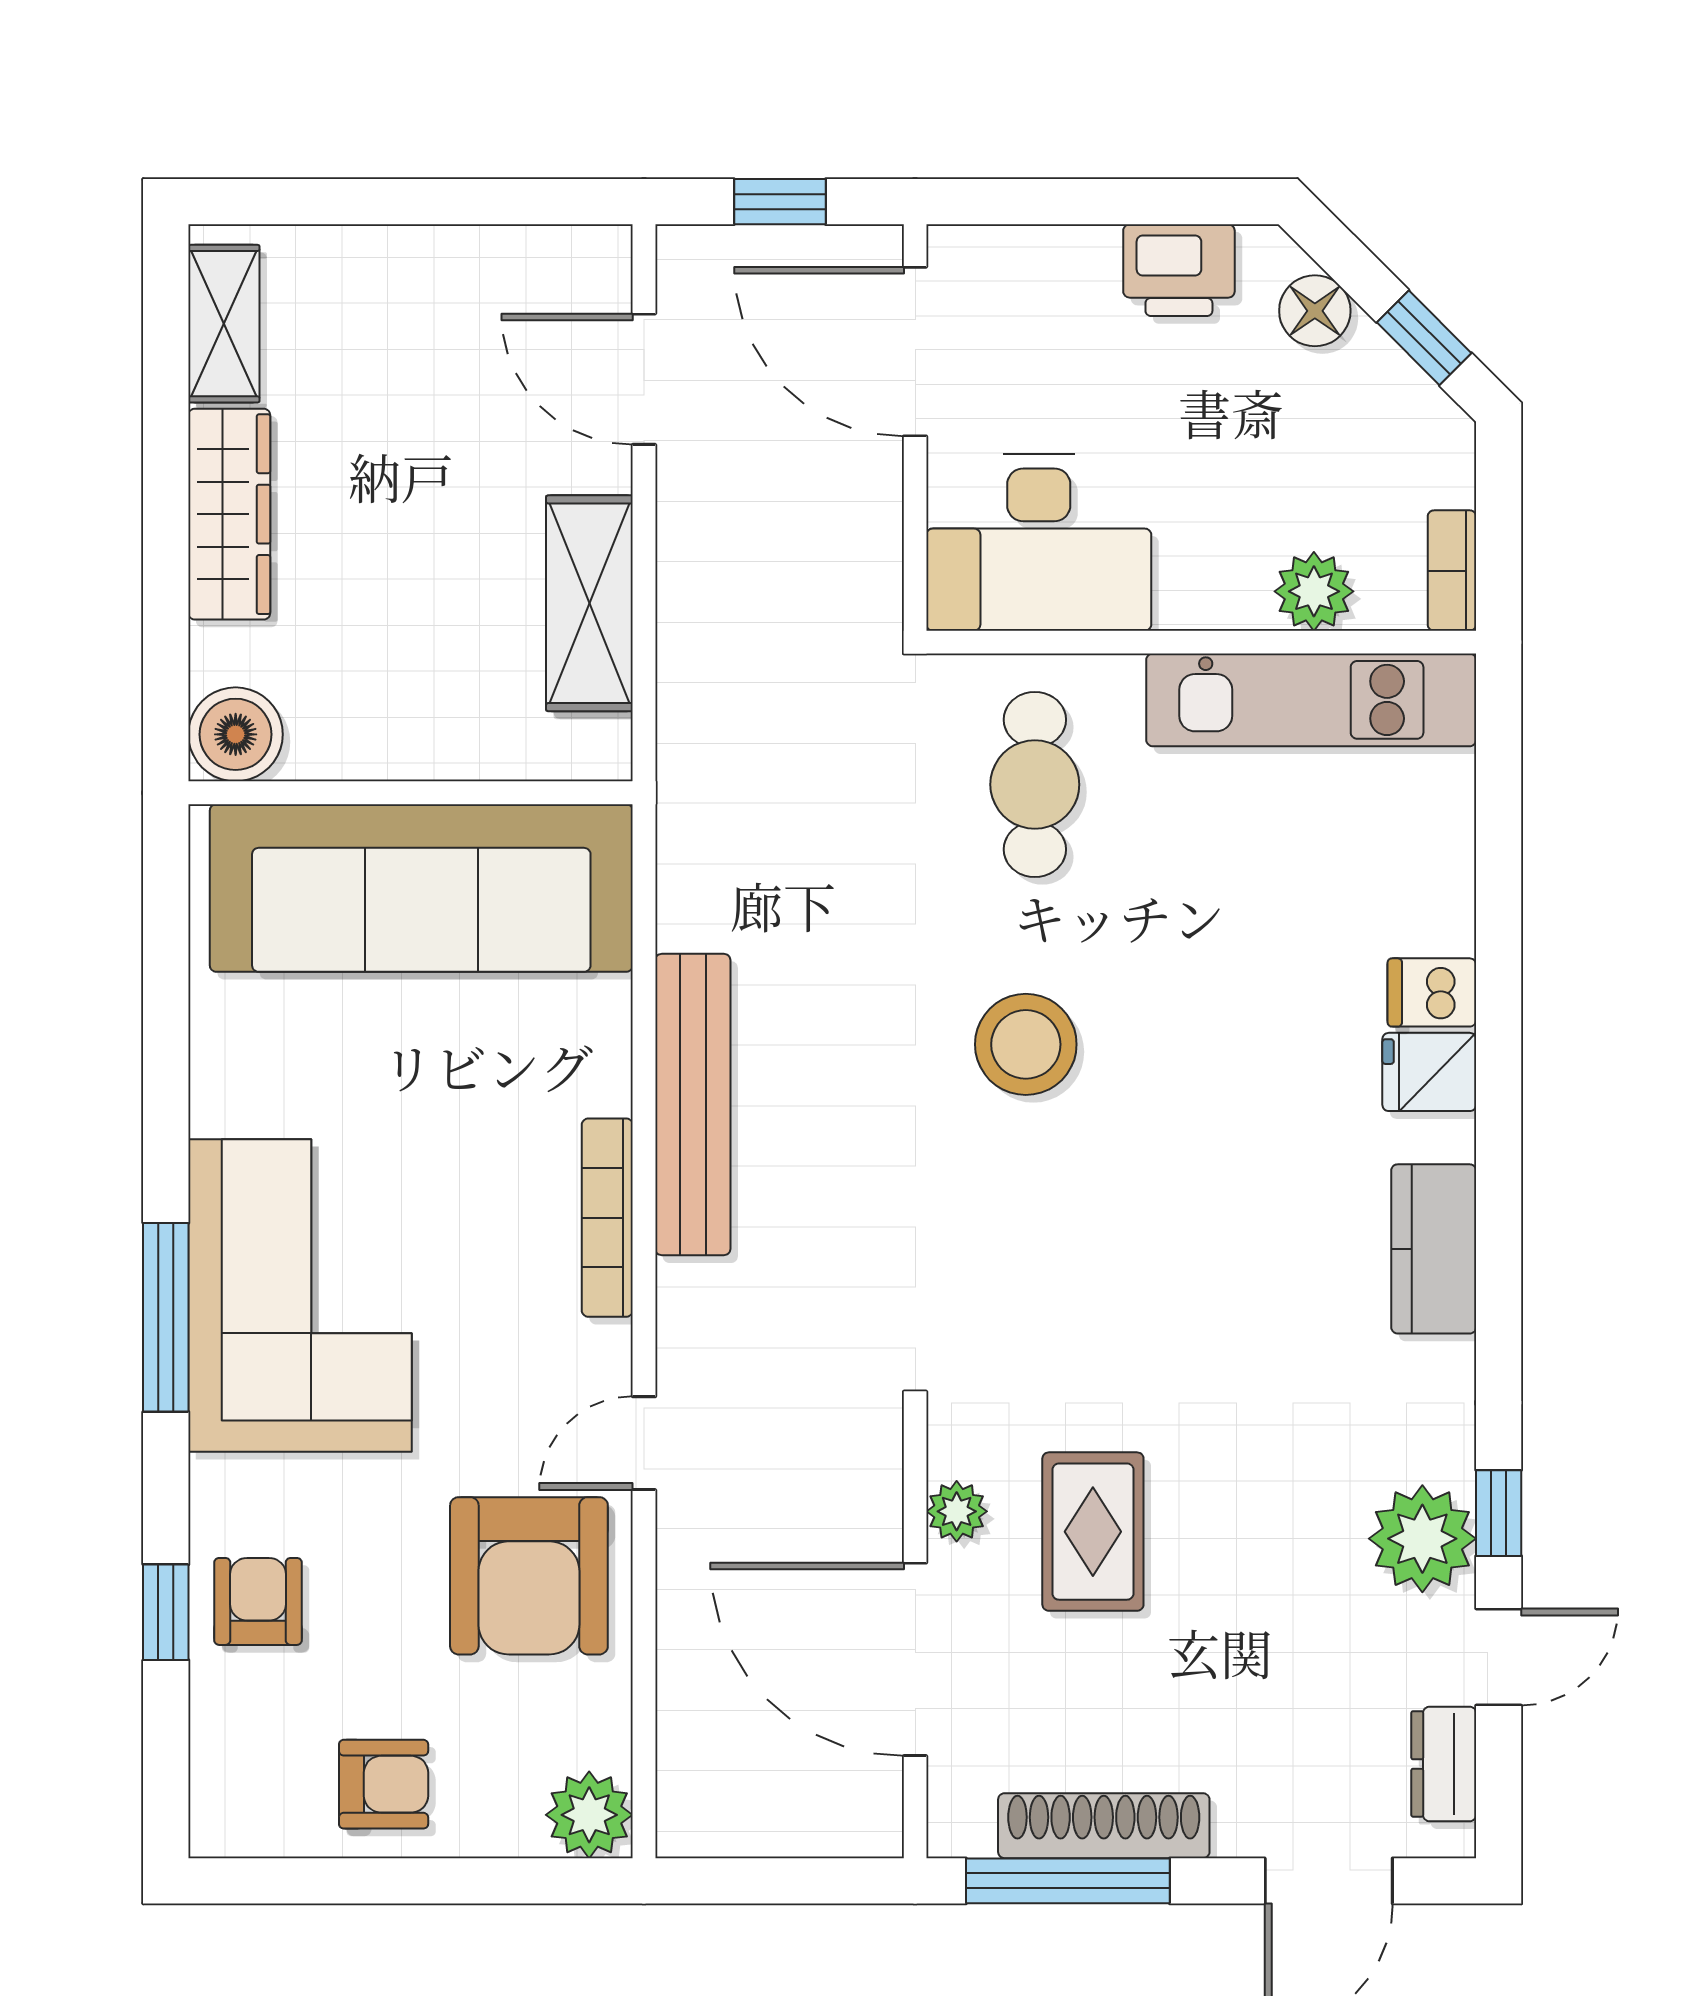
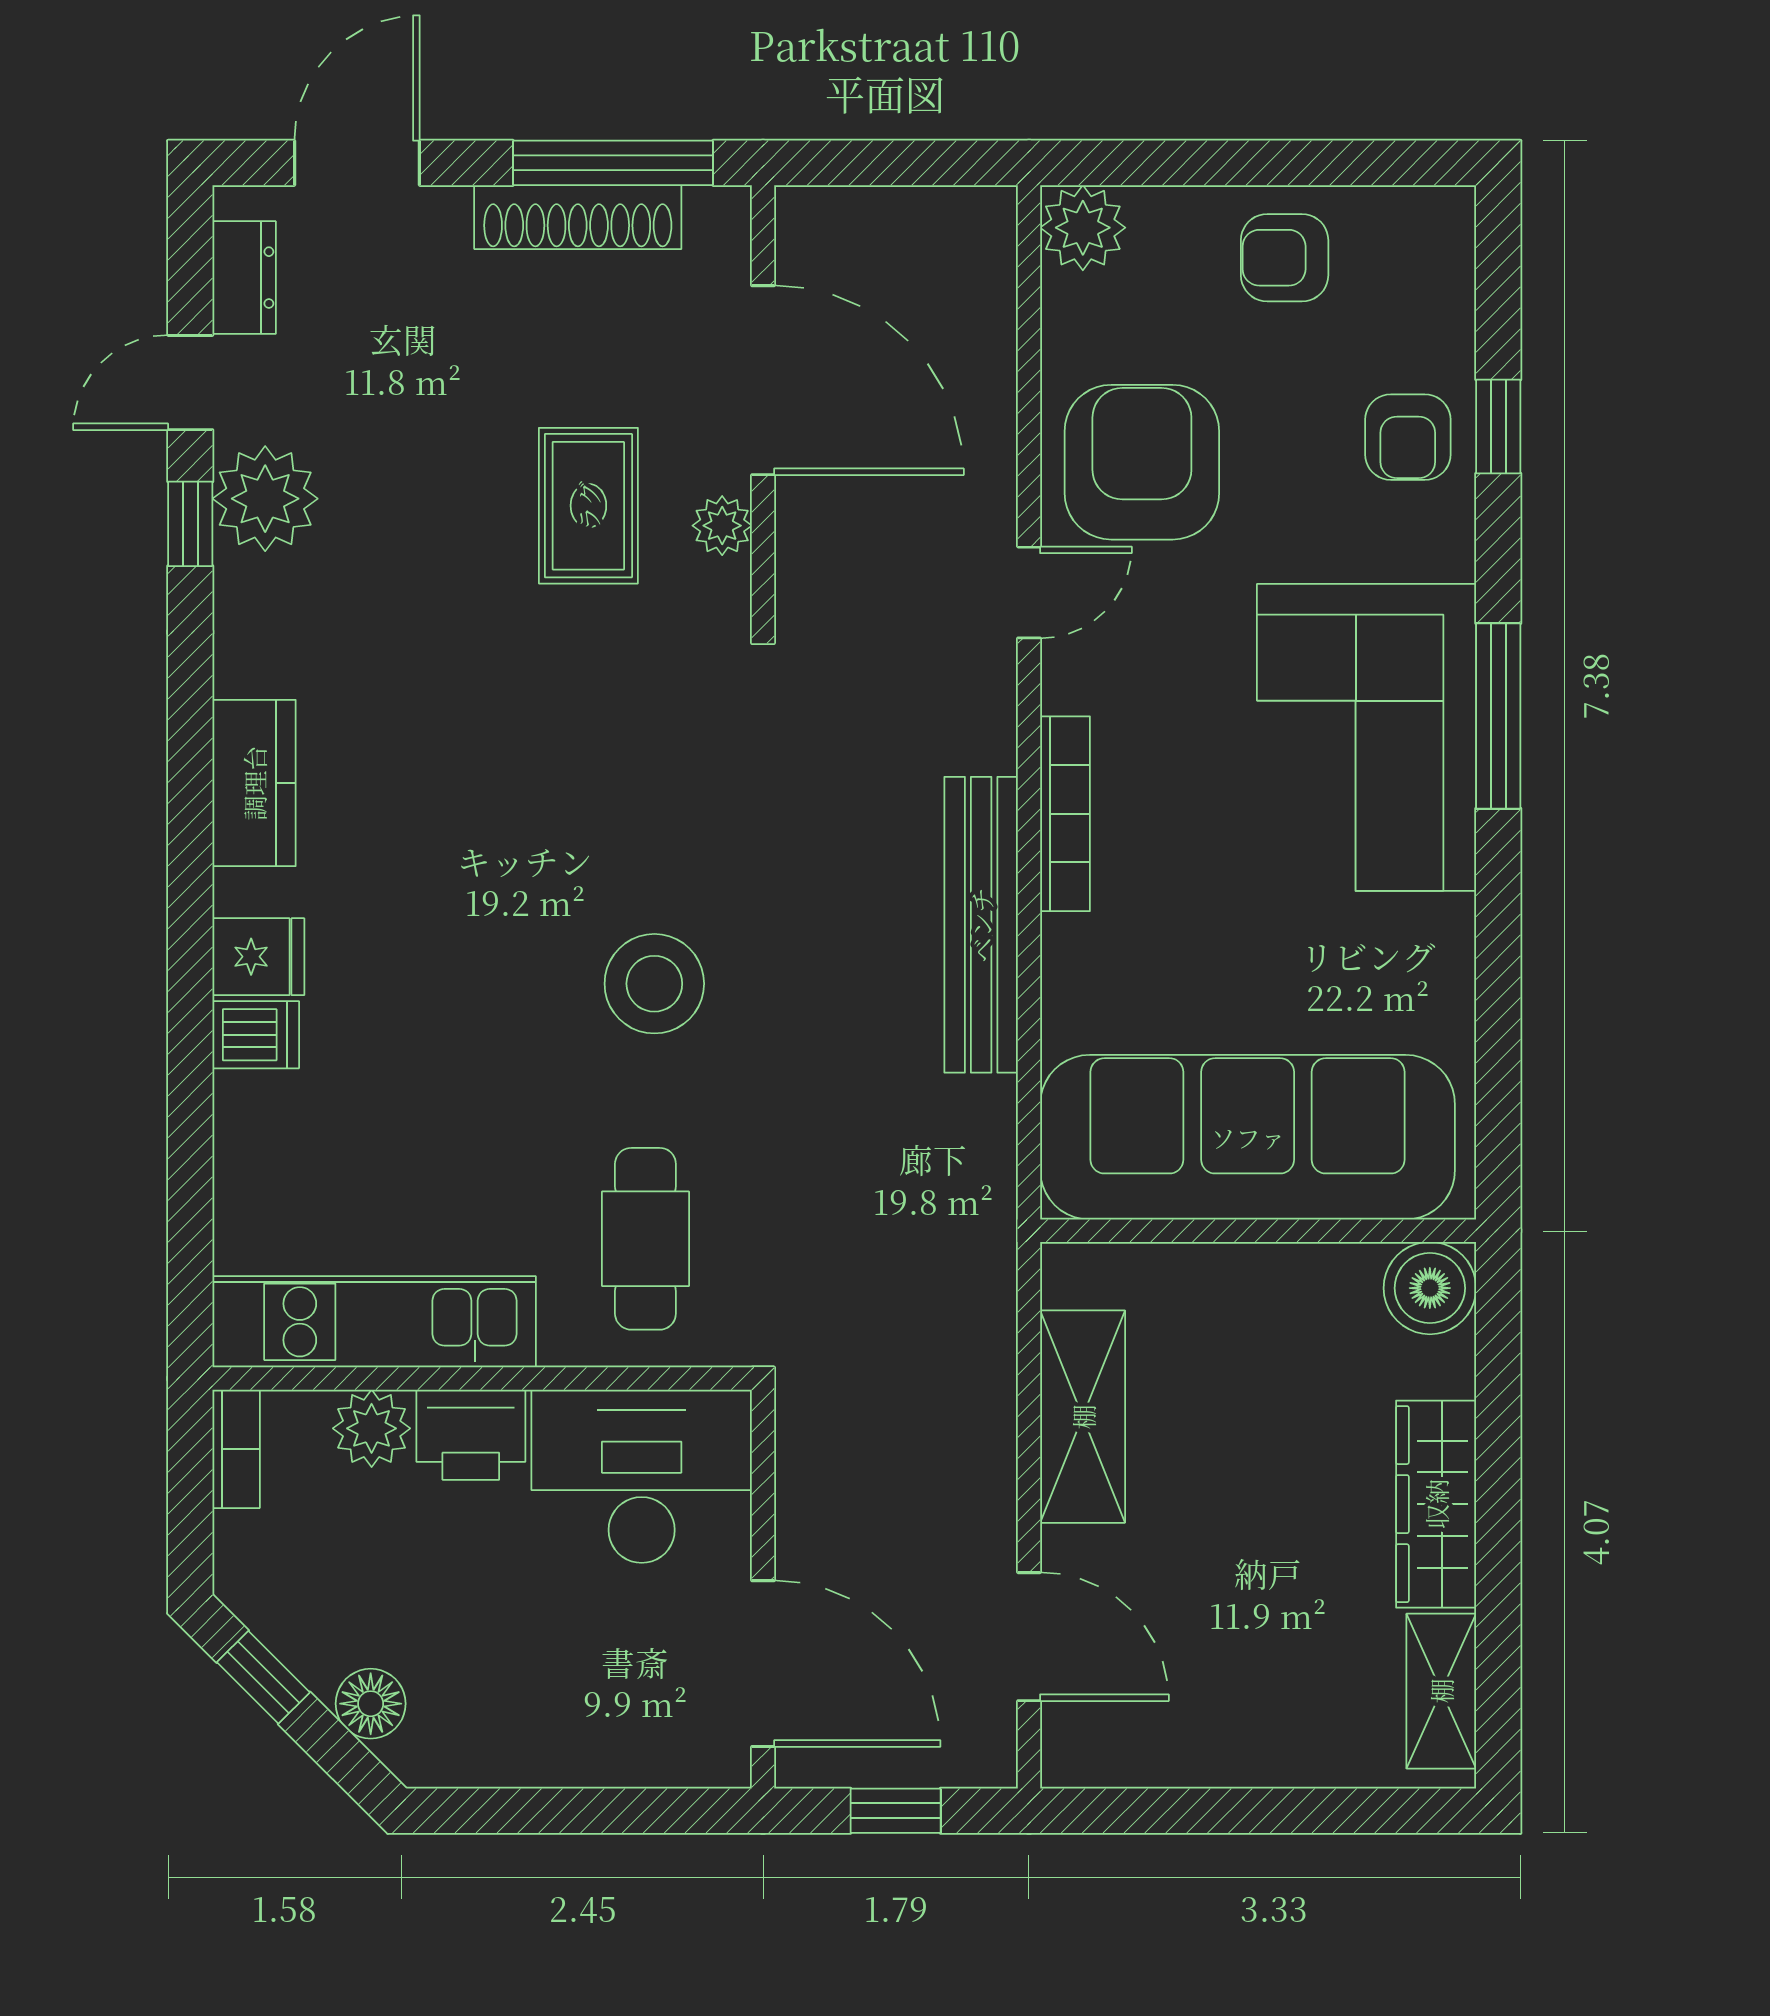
printer: (1179, 270) -> (471, 1435), moved, turned 180

